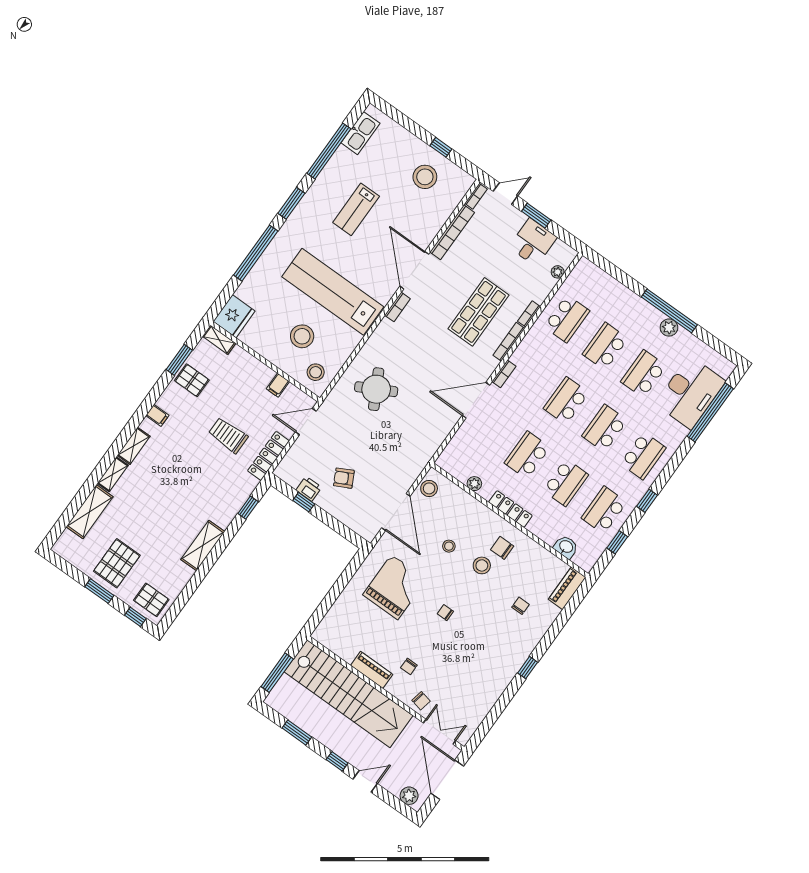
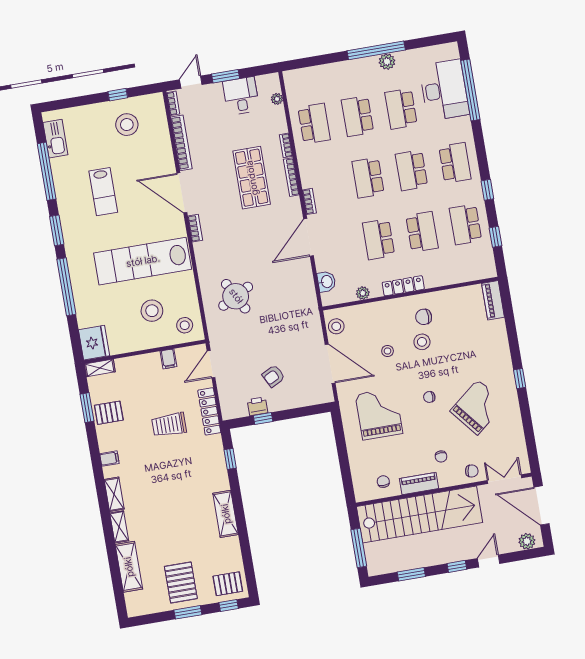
washbasin: (566, 547) -> (326, 282), moved, turned 90
chair: (521, 606) -> (383, 482), moved
grand piano: (474, 657) -> (478, 407), added

